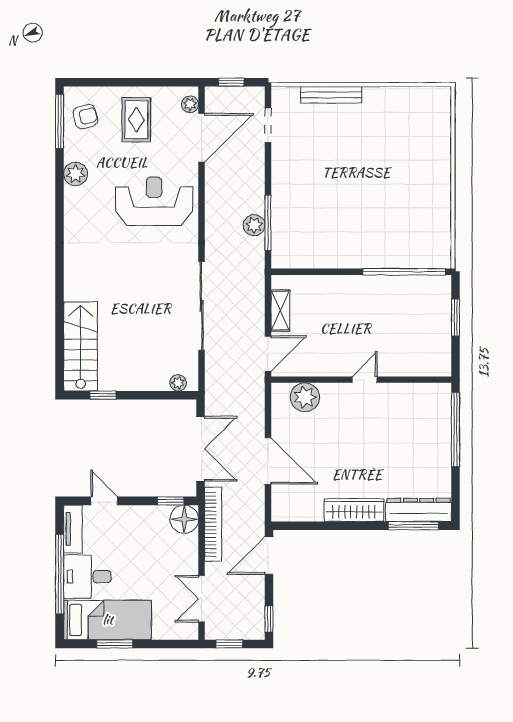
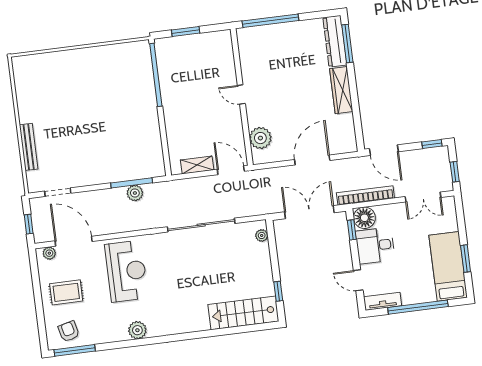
plant: (76, 174) -> (137, 330), moved
reception desk: (154, 201) -> (126, 271), turned 180
door: (104, 501) -> (358, 280), hinge flipped
desk: (87, 577) -> (375, 246), moved, turned 90

